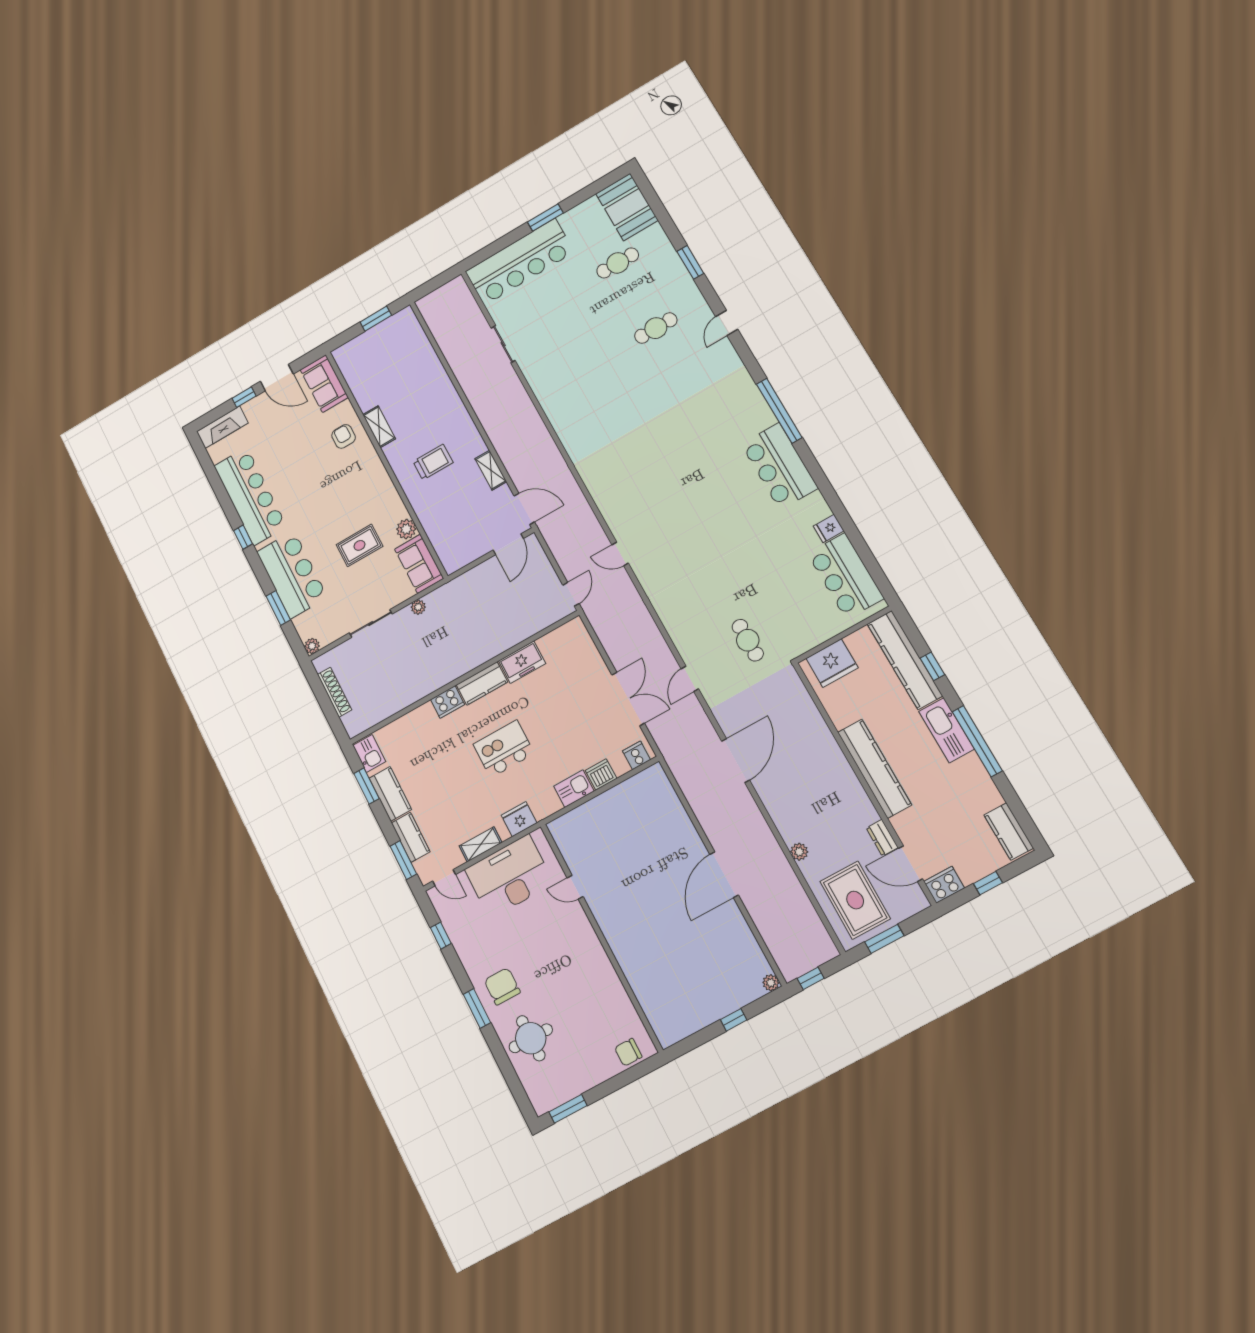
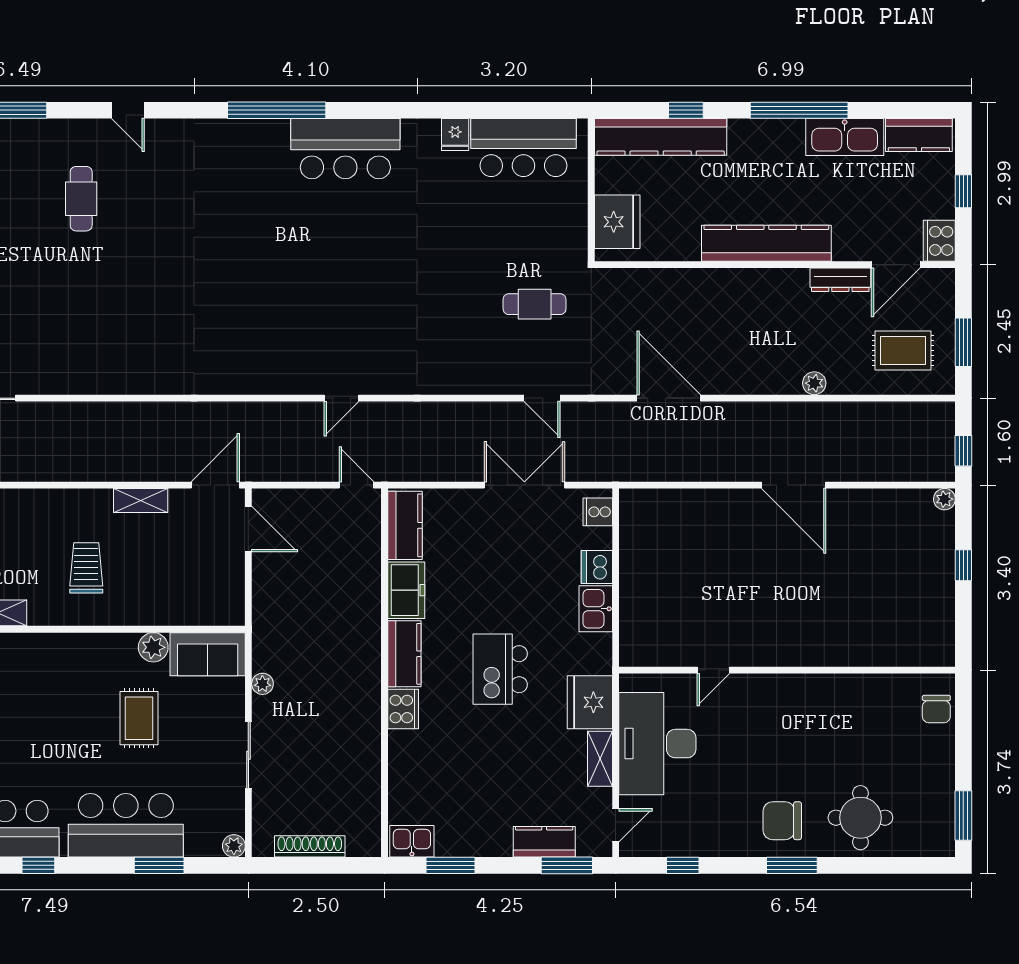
kitchen sink: (947, 730) -> (845, 137), moved
kitchen counter: (390, 794) -> (405, 525), moved, turned 90
fridge: (519, 819) -> (590, 702), width x1.36, depth x1.34
dresser: (882, 838) -> (840, 280), width x1.44
rug: (855, 900) -> (903, 350), width x0.73, depth x0.70

